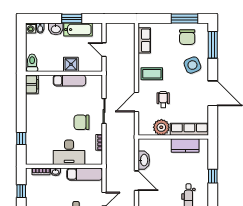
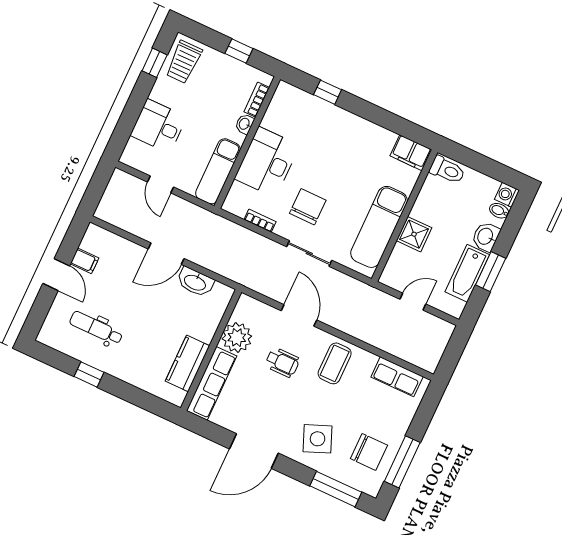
chair: (187, 37) -> (369, 452), turned 180
exam couch: (69, 80) -> (379, 227), width x1.36, depth x1.45
window: (213, 176) -> (89, 374), moved

